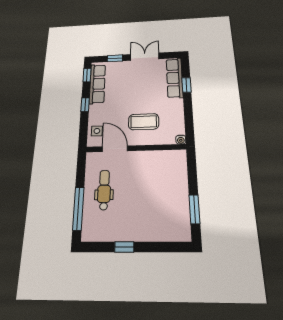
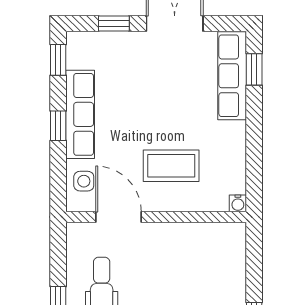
row of seats: (97, 84) -> (80, 114), moved
window: (186, 85) -> (254, 69), moved

